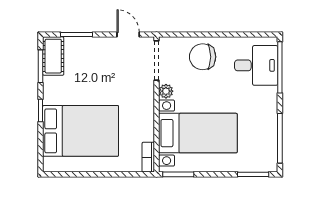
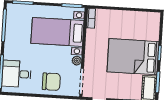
bed: (81, 131) -> (133, 57), moved

